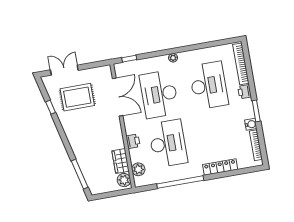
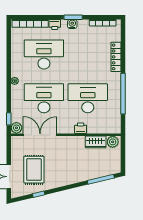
desk: (159, 94) -> (44, 98), turned 180
water cooler: (251, 124) -> (72, 24), moved
plant: (138, 169) -> (16, 128), moved

